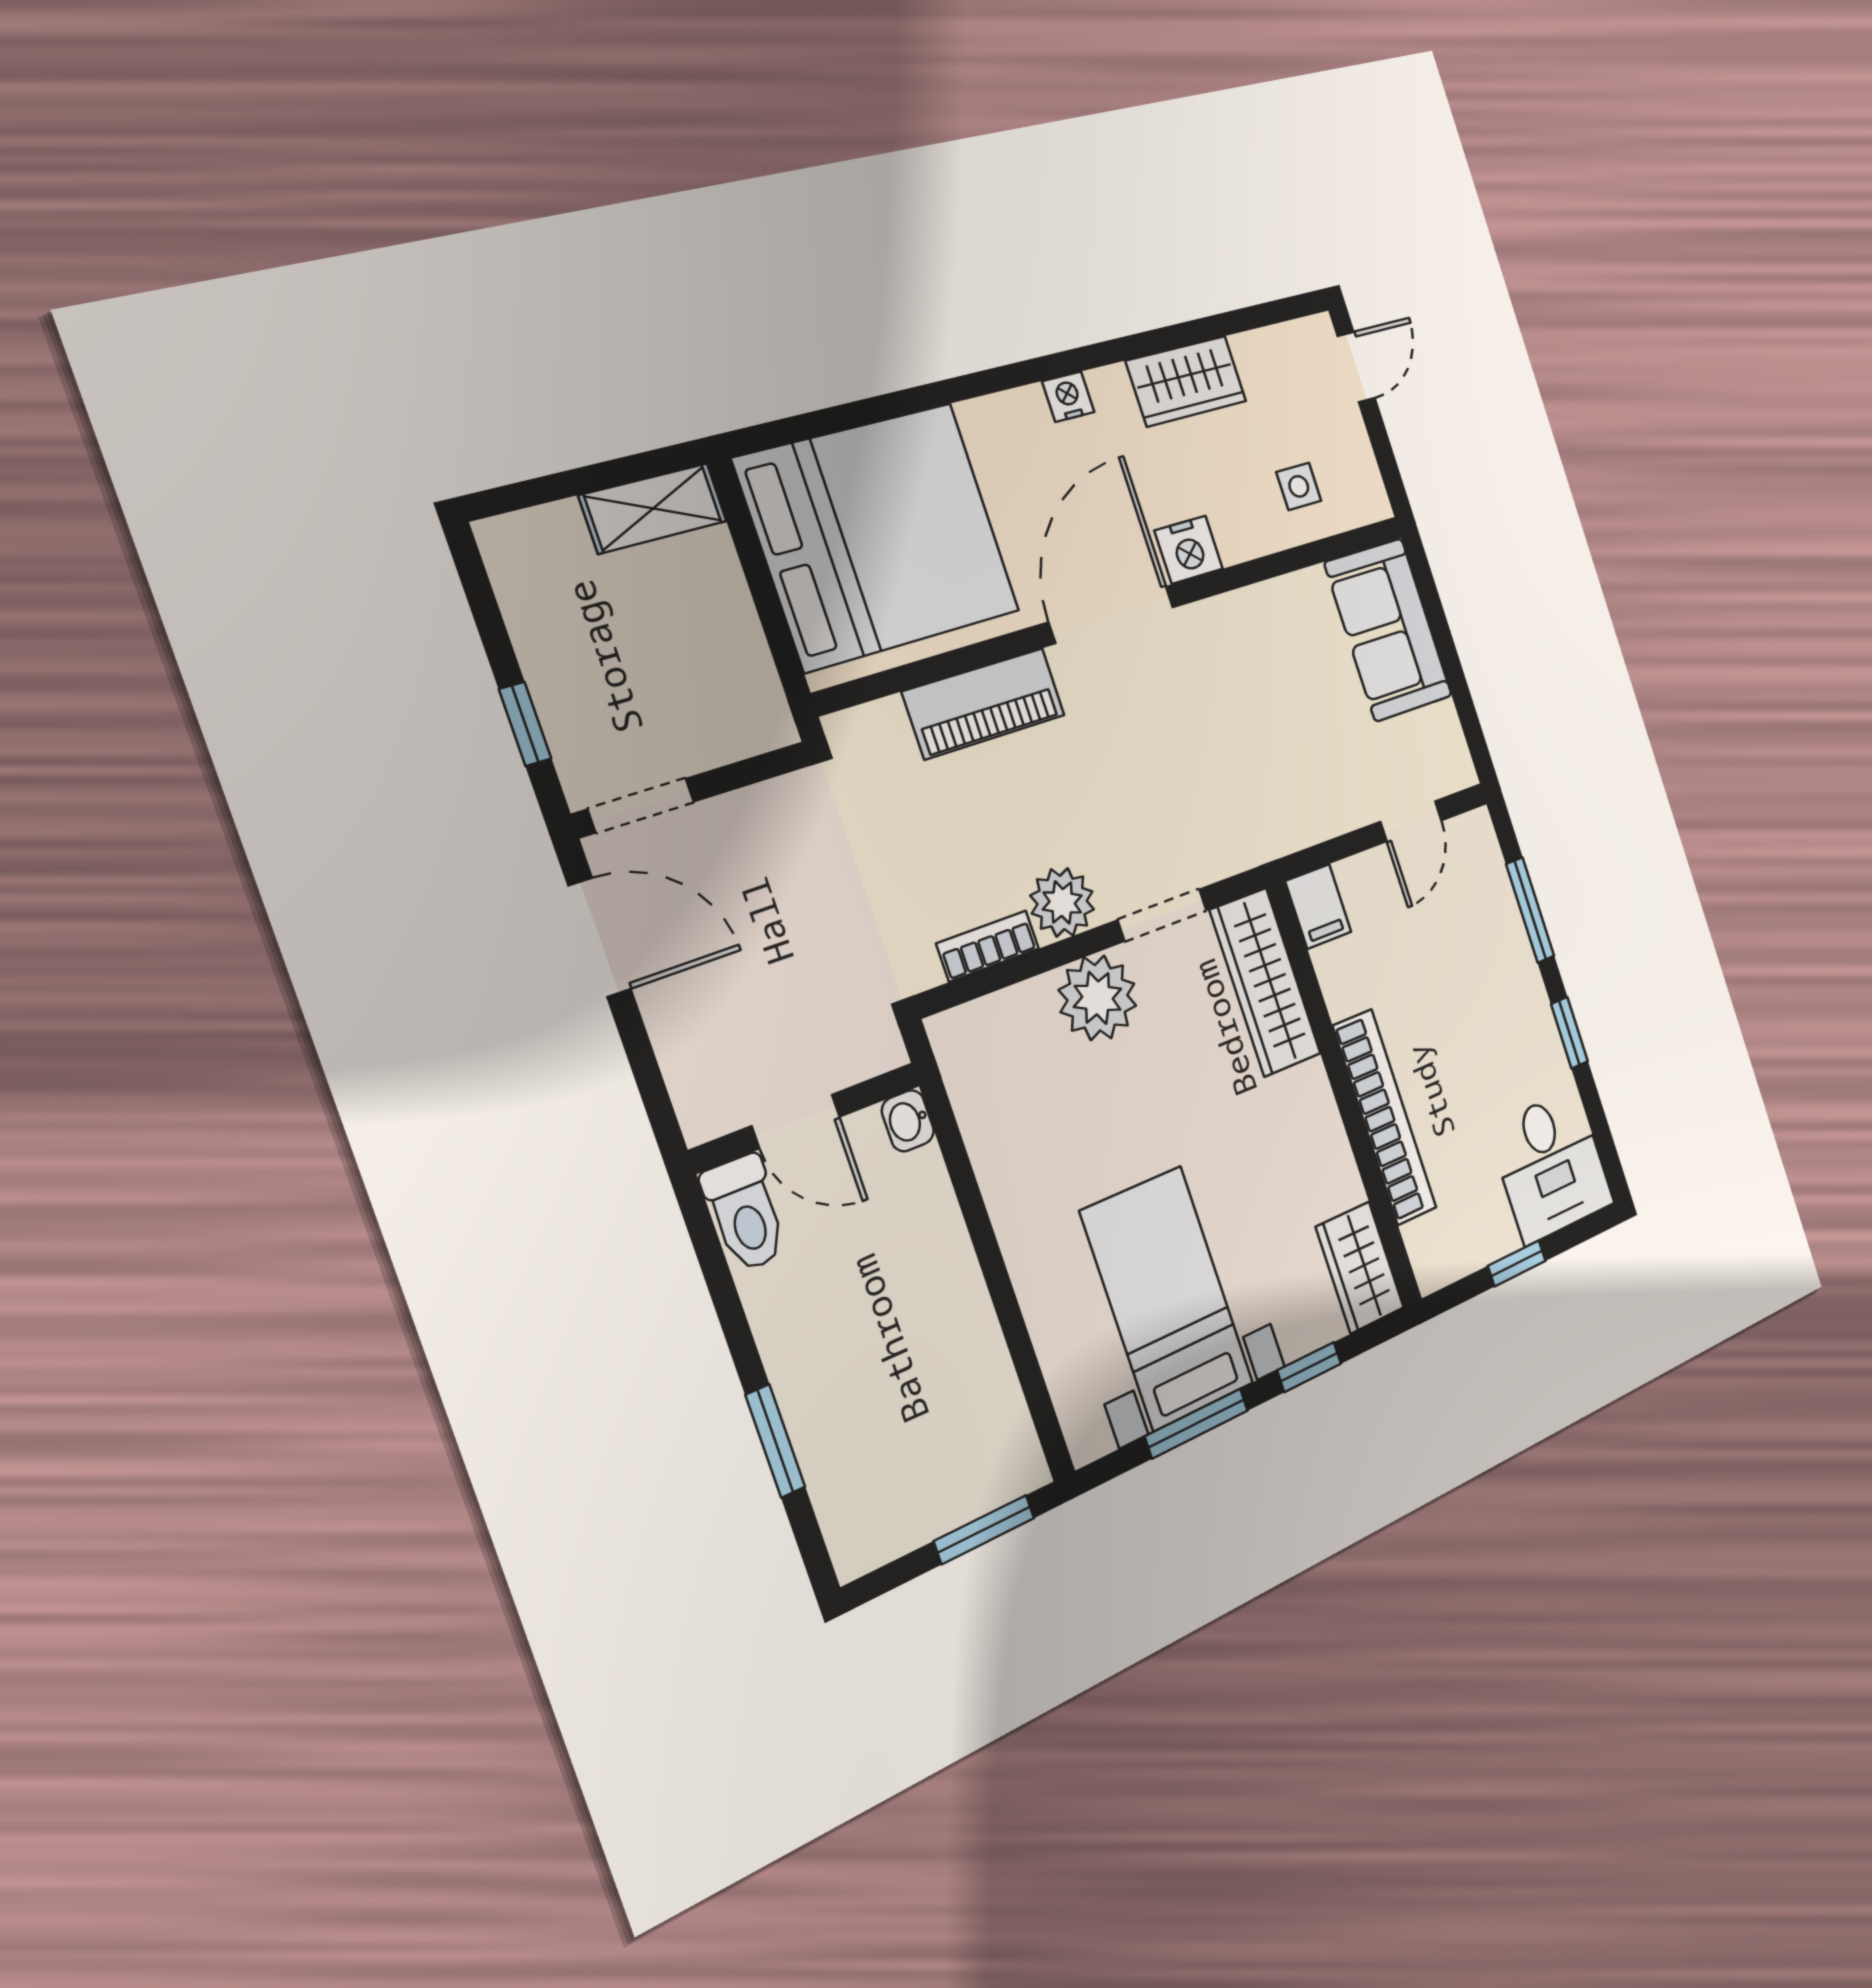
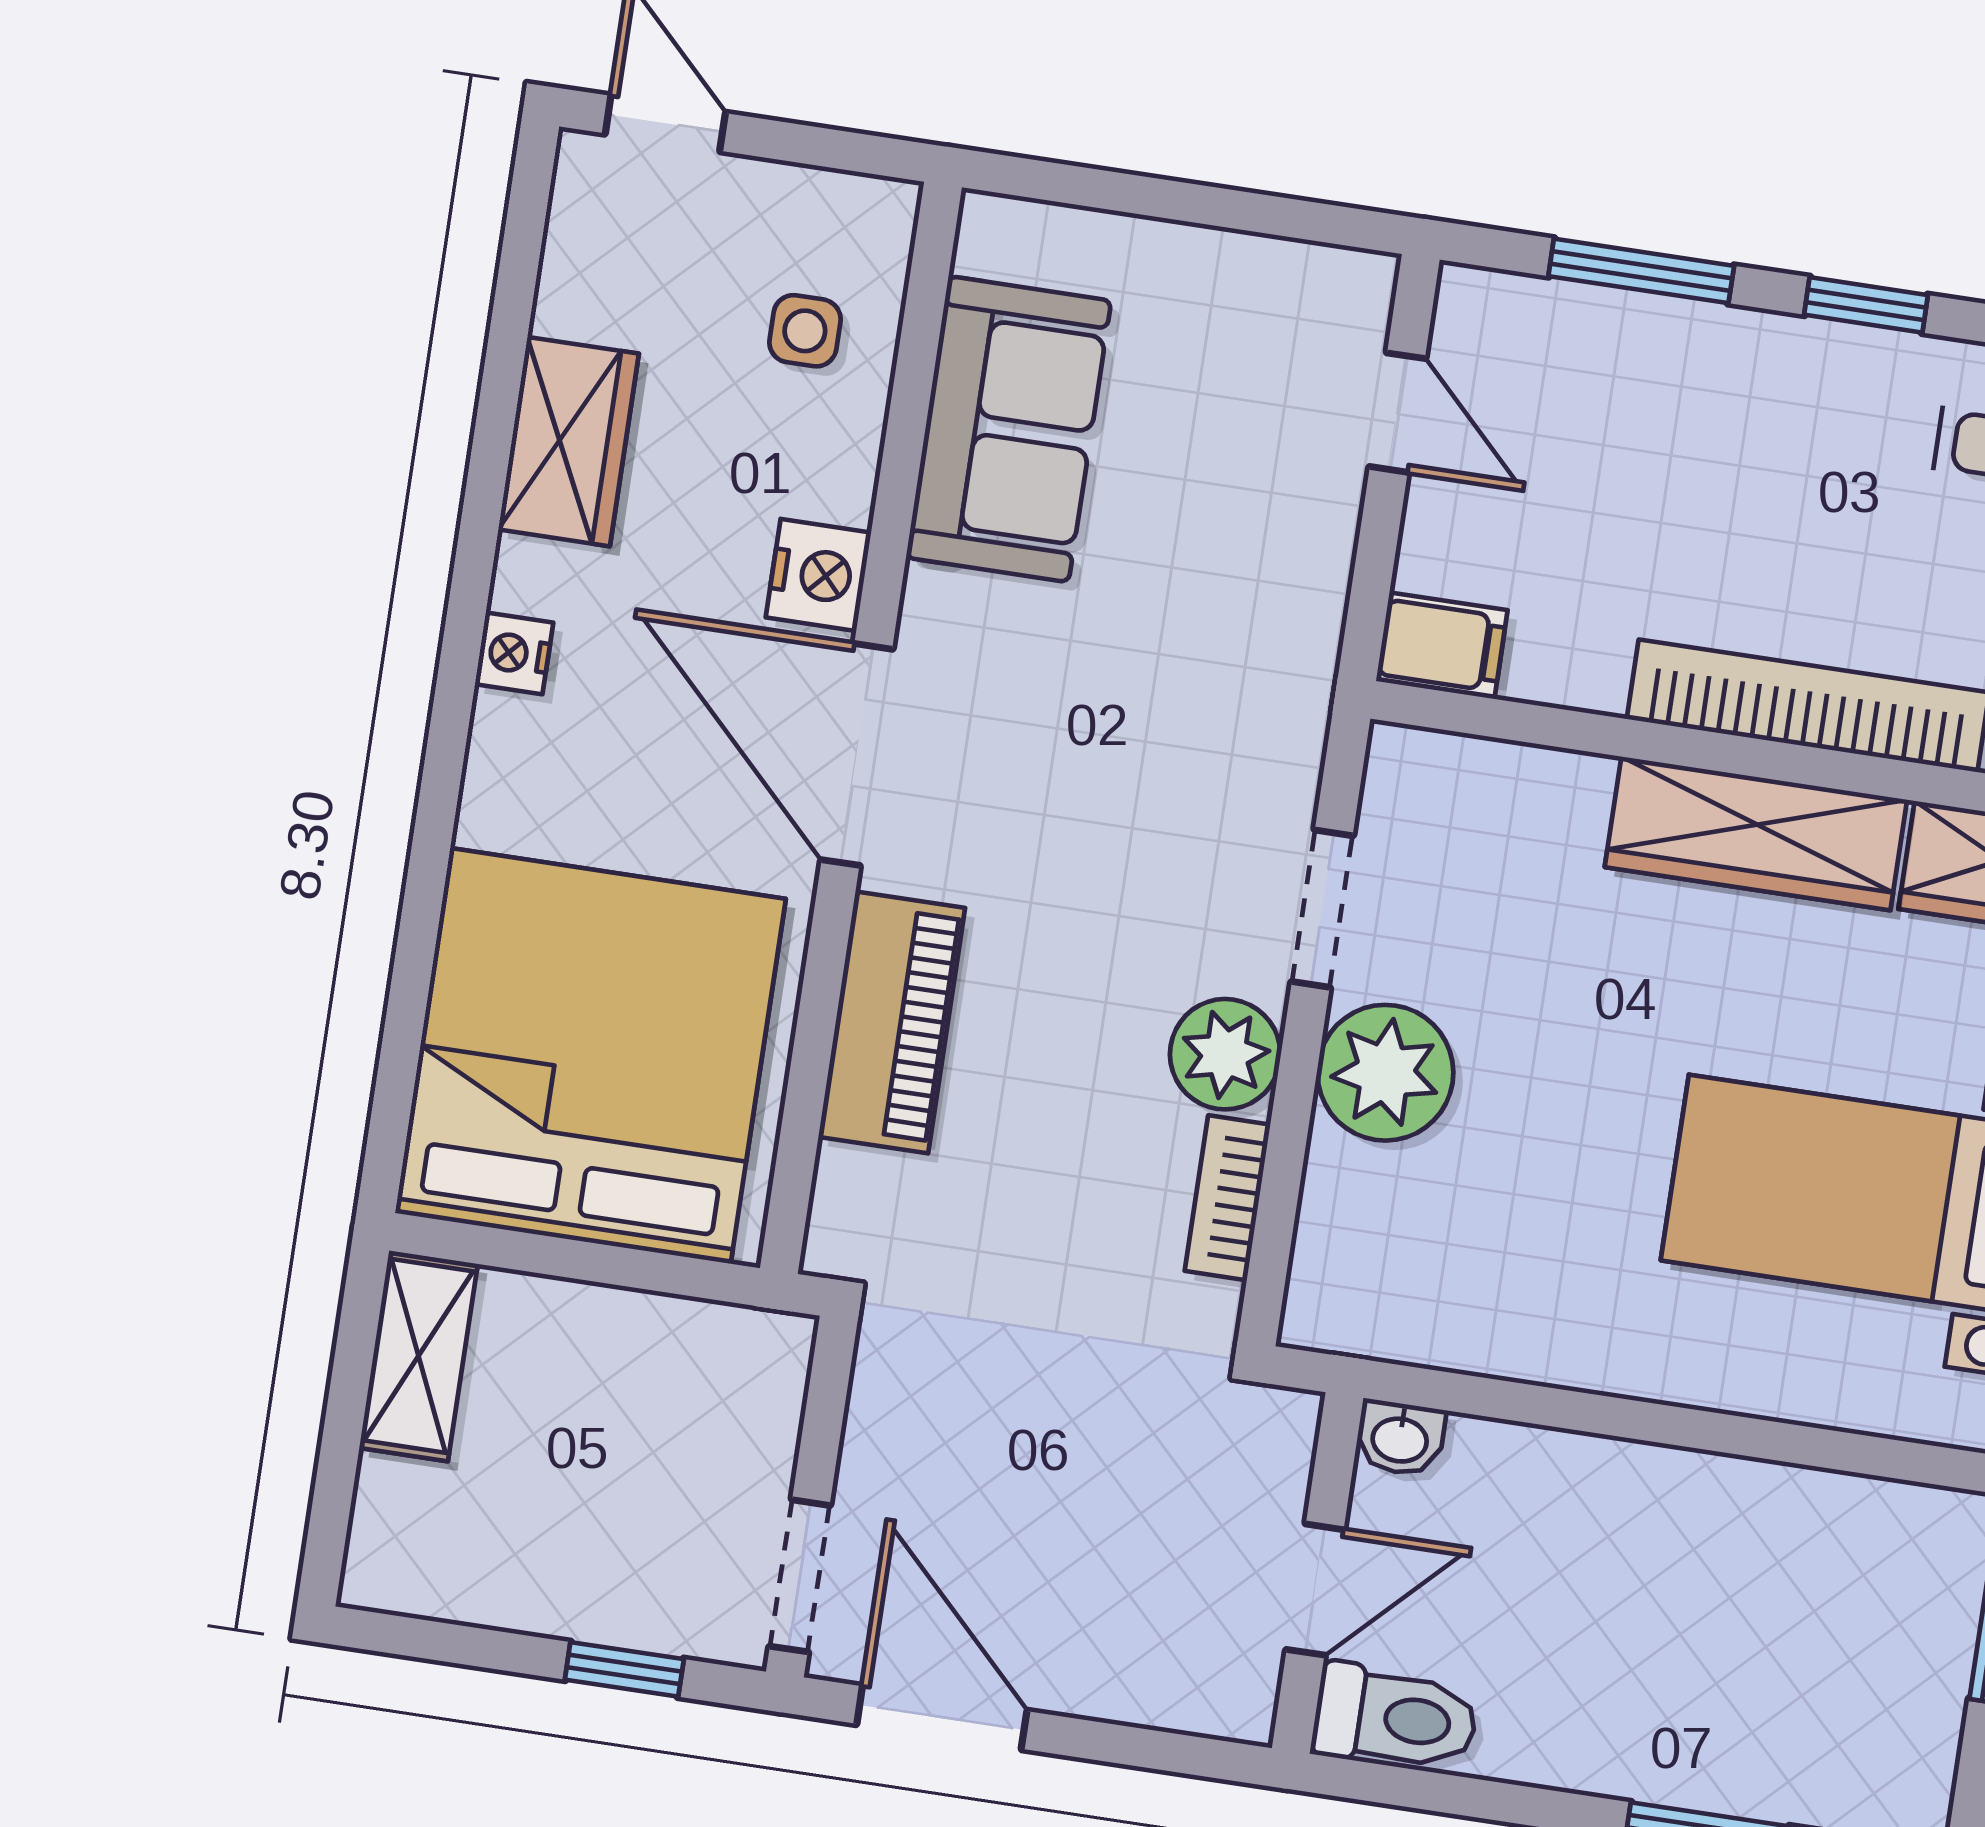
sofa: (1388, 630) -> (1009, 429), moved, turned -90
door: (600, 937) -> (942, 1717), hinge flipped
wardrobe: (1265, 982) -> (1756, 833), moved

